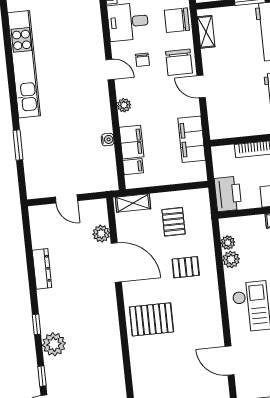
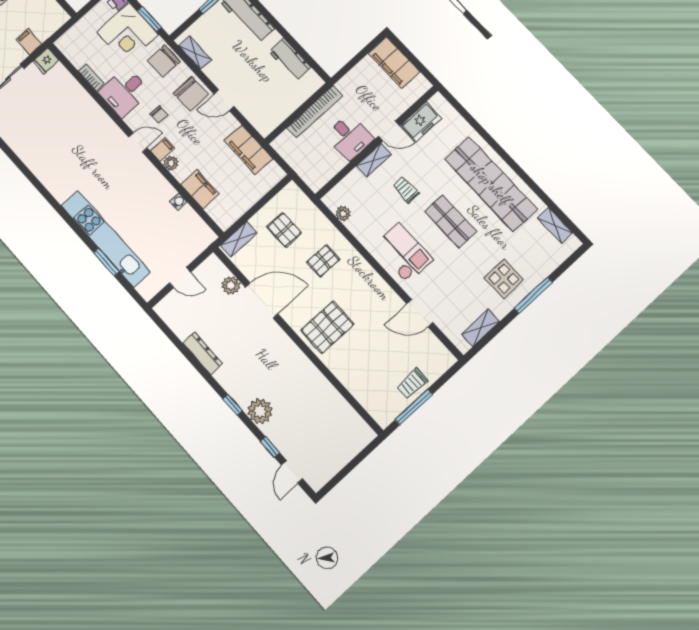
kitchen unit: (24, 64) -> (106, 239), moved
filing cabinet: (133, 167) -> (162, 149), moved
printer: (228, 194) -> (312, 173), removed
plant: (231, 259) -> (356, 226), removed

